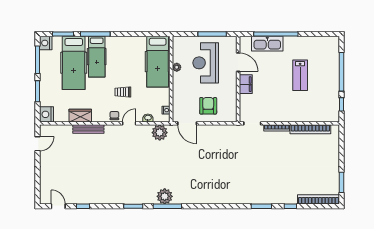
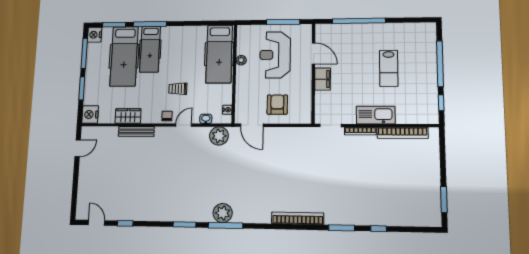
kitchen sink: (267, 44) -> (376, 115), moved, turned 180
bookcase: (318, 199) -> (298, 218), moved

